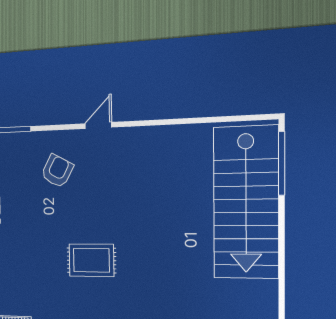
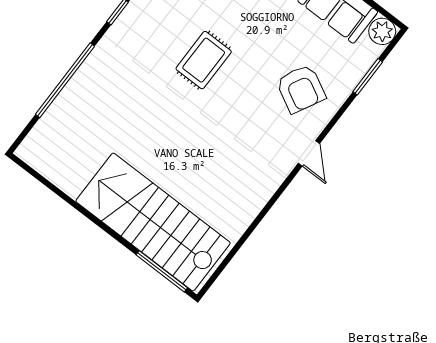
armchair: (57, 171) -> (301, 89), width x1.38, depth x1.38

